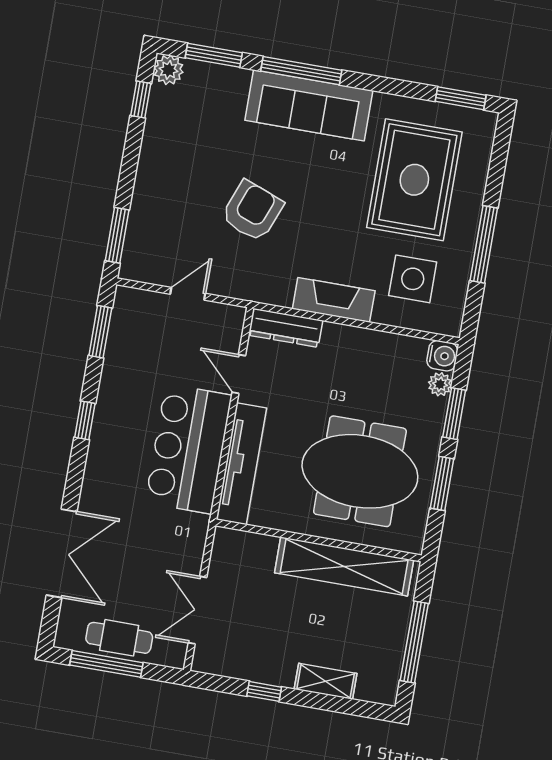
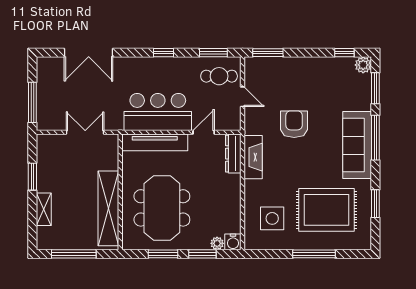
window: (461, 98) -> (375, 204), moved
armchair: (252, 211) -> (294, 124), turned -111
window: (484, 244) -> (314, 254), moved
fireplace: (334, 300) -> (253, 157), moved
double door: (197, 610) -> (85, 132), moved
cafe table: (119, 638) -> (219, 76), moved, turned 90
window: (106, 664) -> (32, 102), moved
window: (264, 691) -> (32, 177), width x1.50

